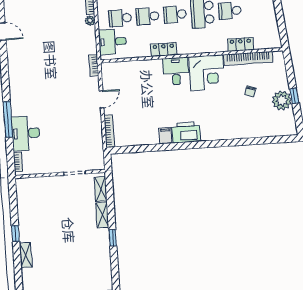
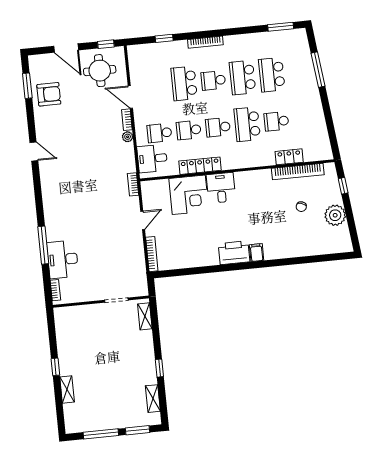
locker: (164, 50) -> (200, 166), width x1.53
corner desk: (207, 73) -> (189, 195), moved
window: (294, 96) -> (343, 186), moved
filing cabinet: (165, 136) -> (257, 253), moved
shelving: (102, 215) -> (153, 399), moved

